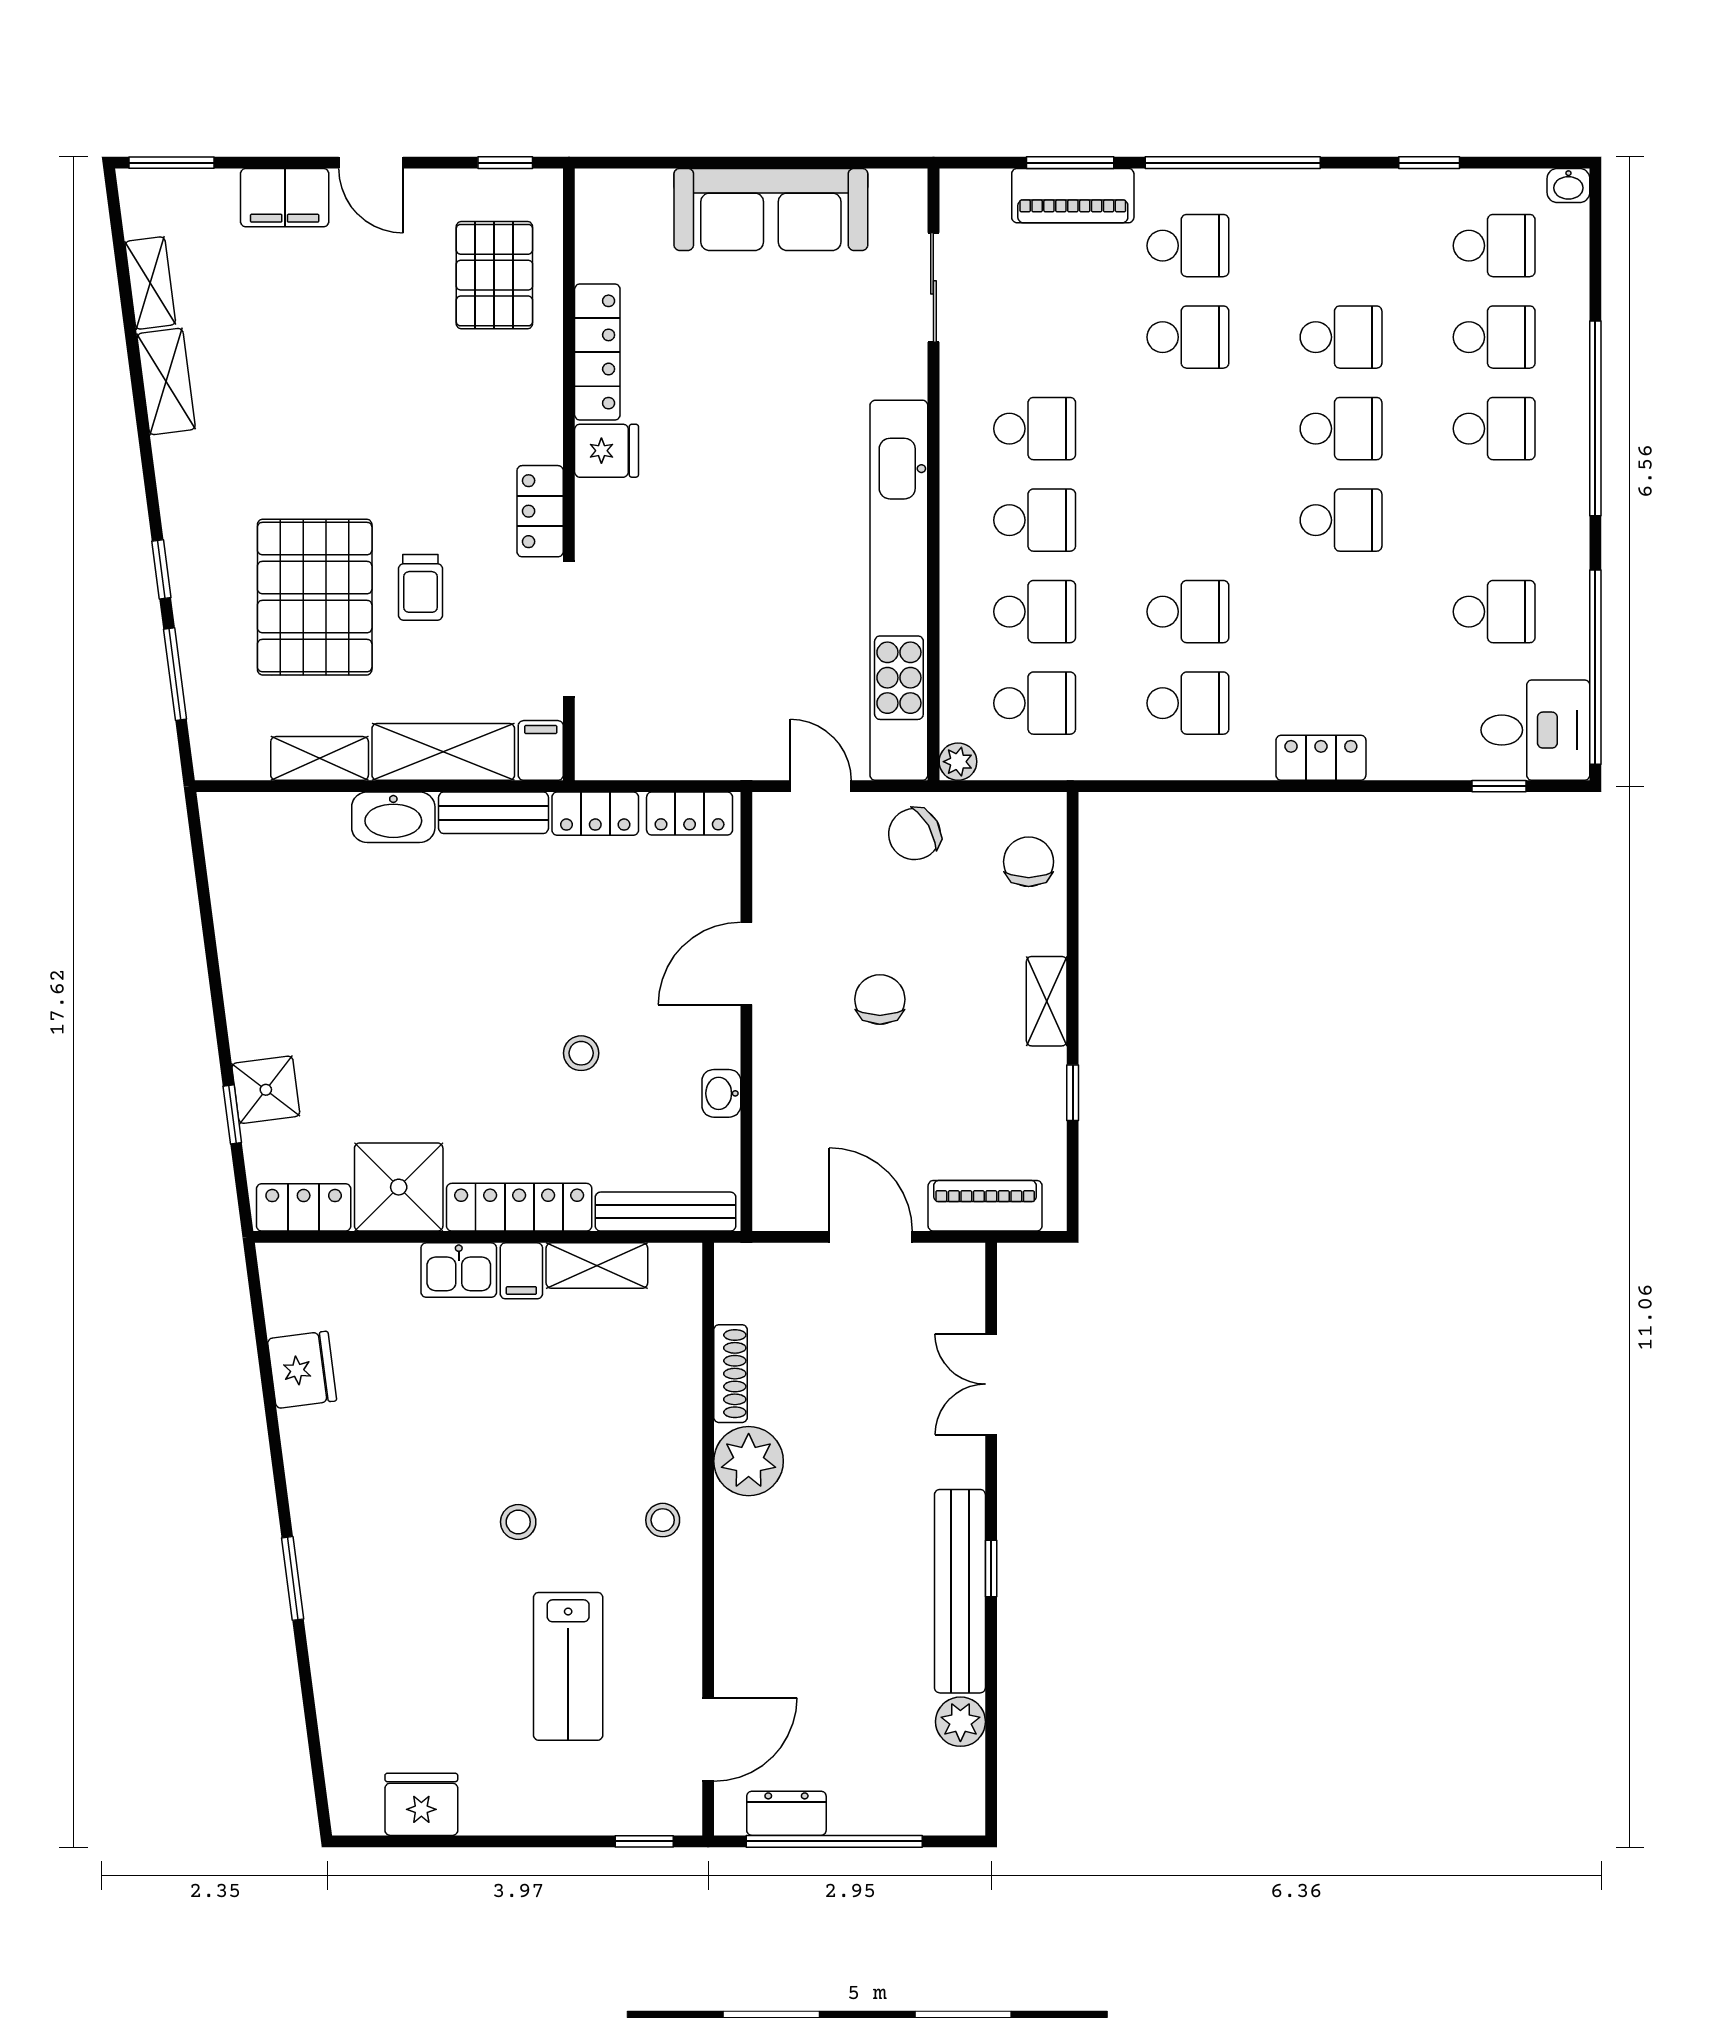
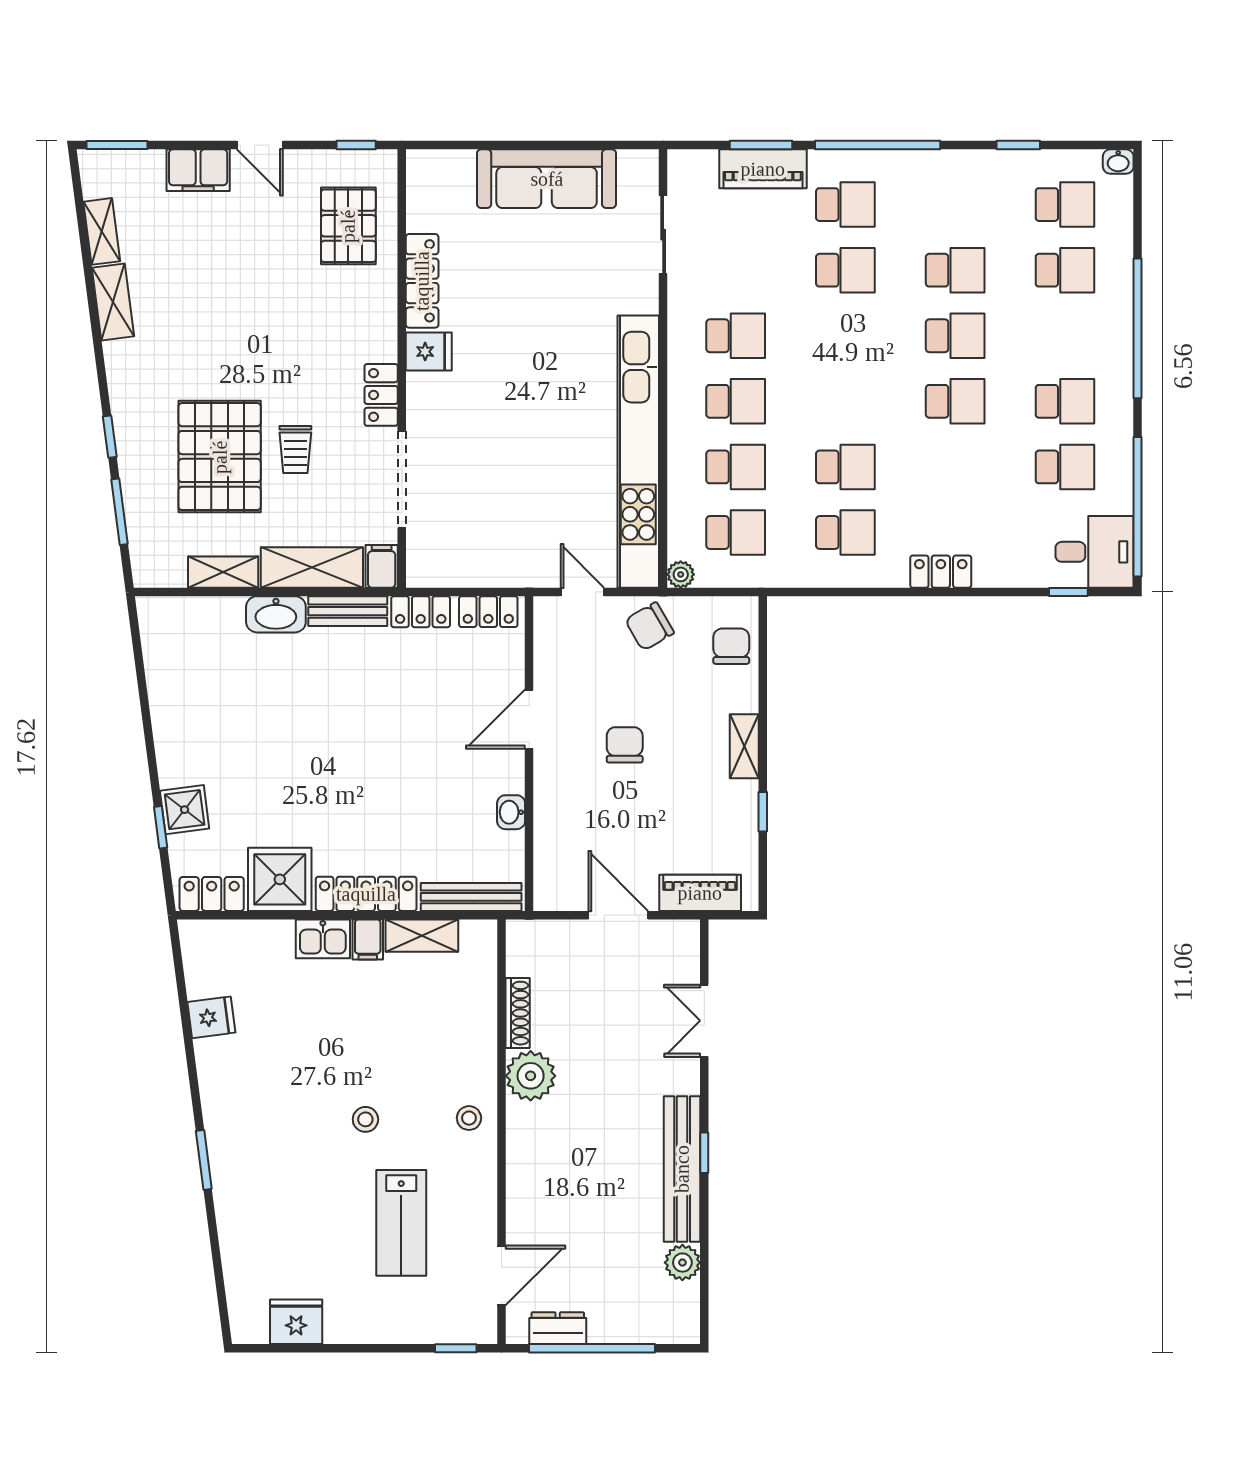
school desk: (1494, 429) -> (1065, 401), moved
stool: (581, 1053) -> (411, 783), removed
fridge: (302, 1370) -> (211, 1017), width x0.72

